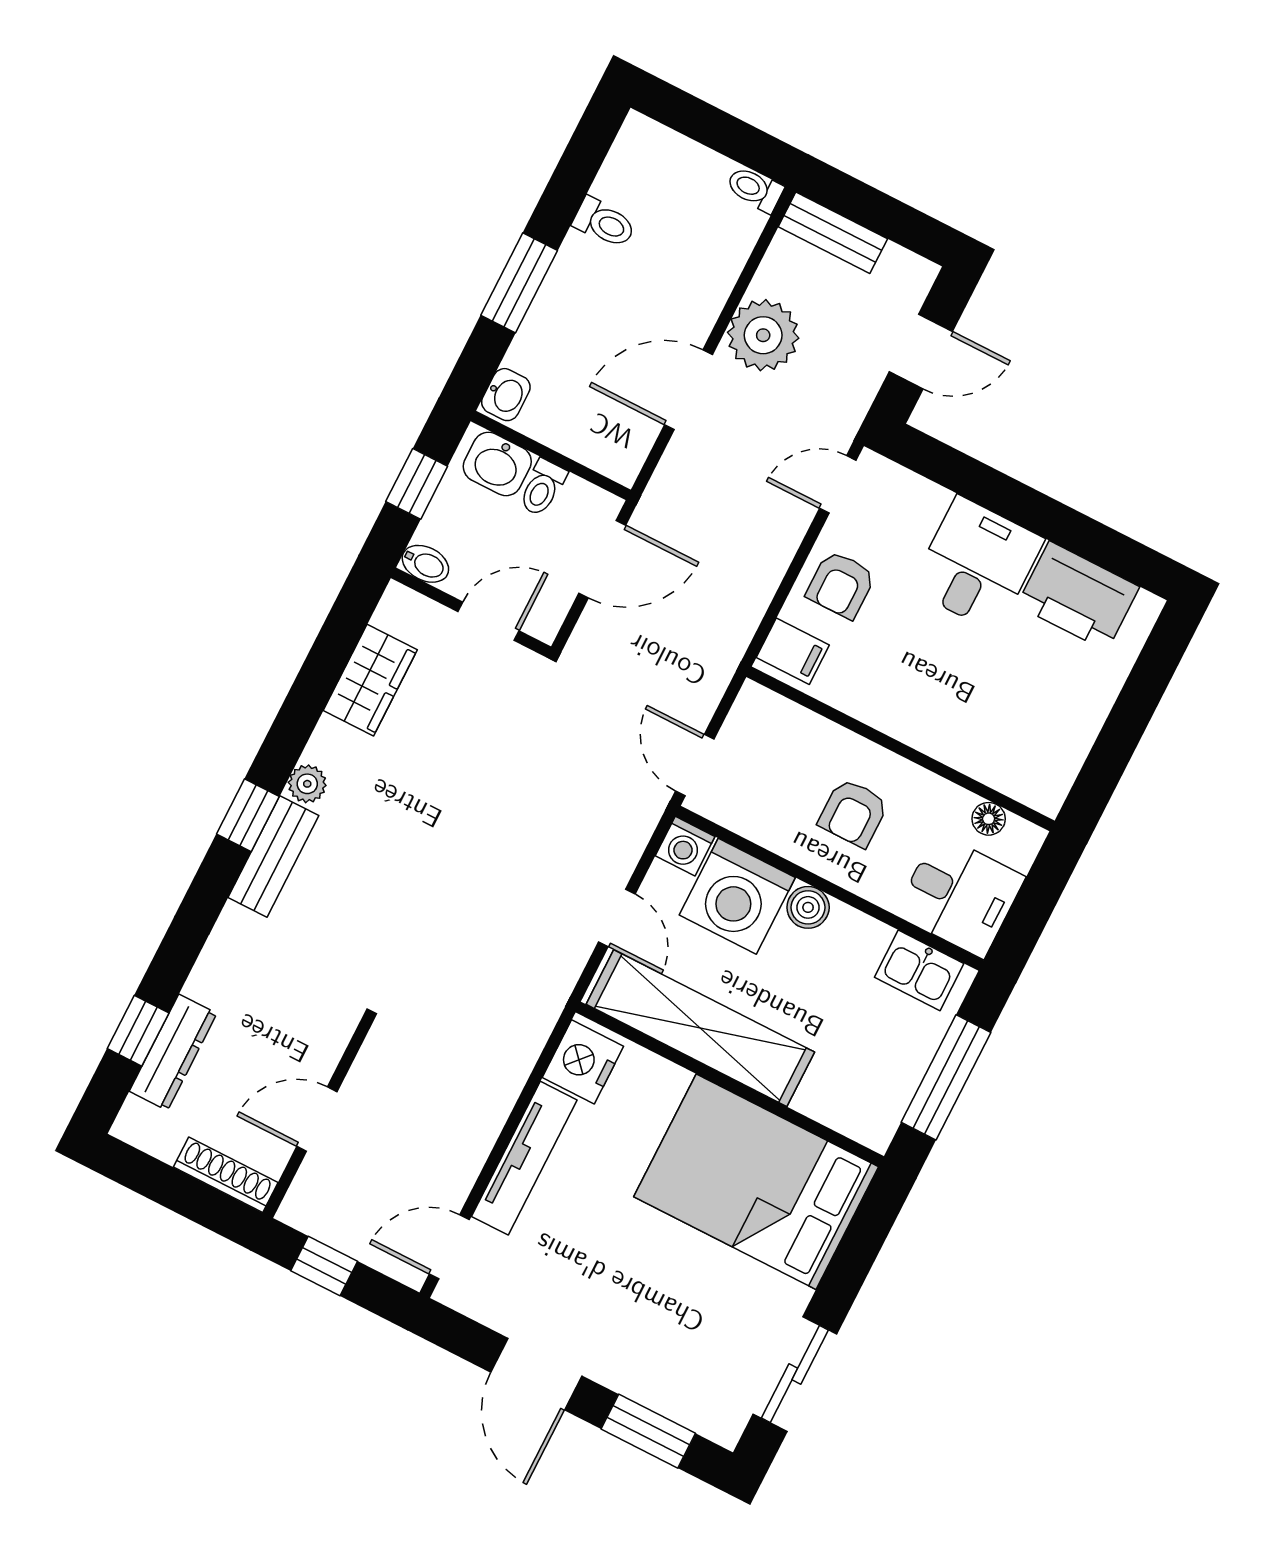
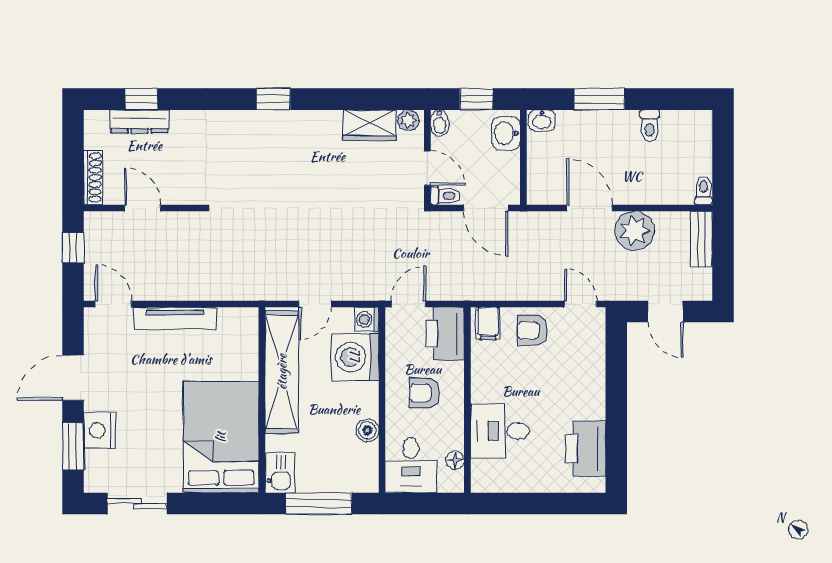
toilet: (542, 488) -> (445, 196), moved, turned 180
desk: (977, 564) -> (500, 431), moved, turned 180
printer: (774, 730) -> (445, 334), added
plant: (307, 784) -> (408, 120), moved
bench: (273, 857) -> (260, 122), removed
boiler: (808, 907) -> (367, 430), moved
kitchen sink: (919, 970) -> (280, 473), moved, turned 180
nightstand: (583, 1062) -> (100, 430), moved, turned -90

